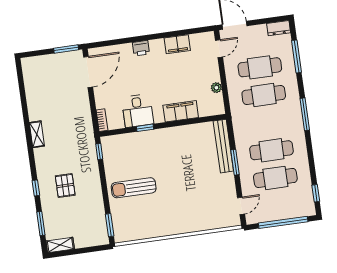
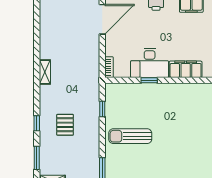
desk: (138, 111) -> (150, 63), width x1.37
window: (99, 151) -> (102, 109), moved

